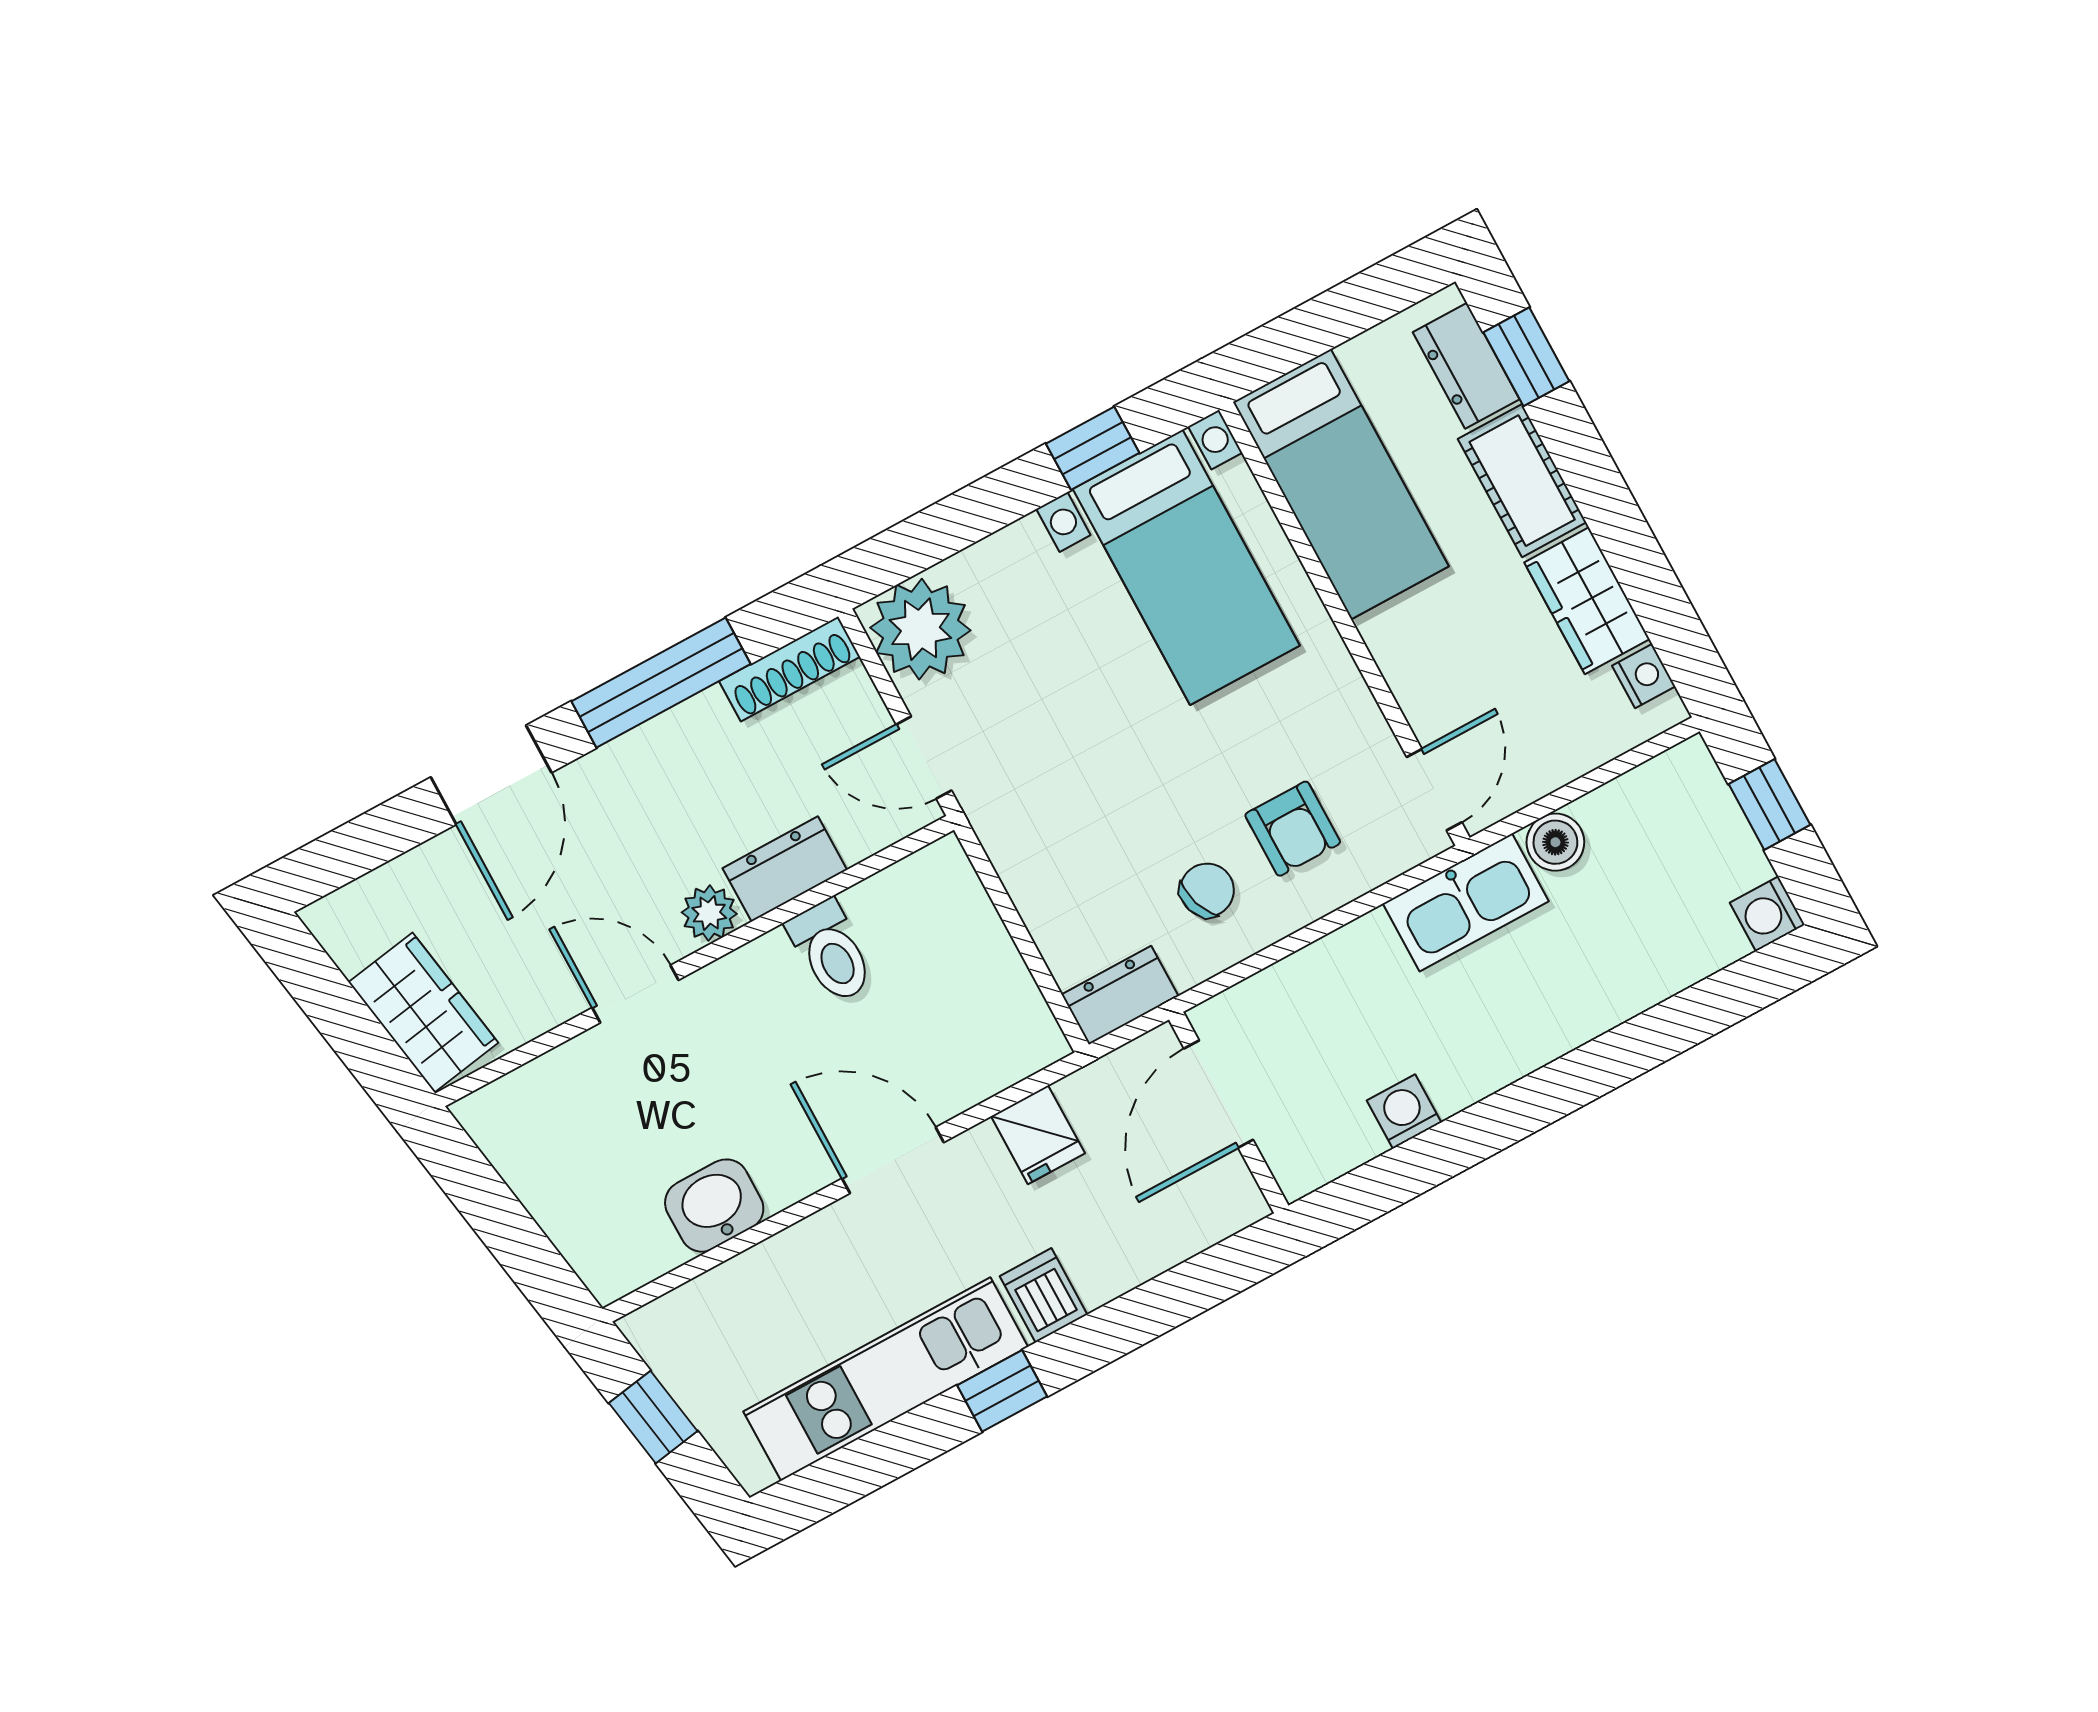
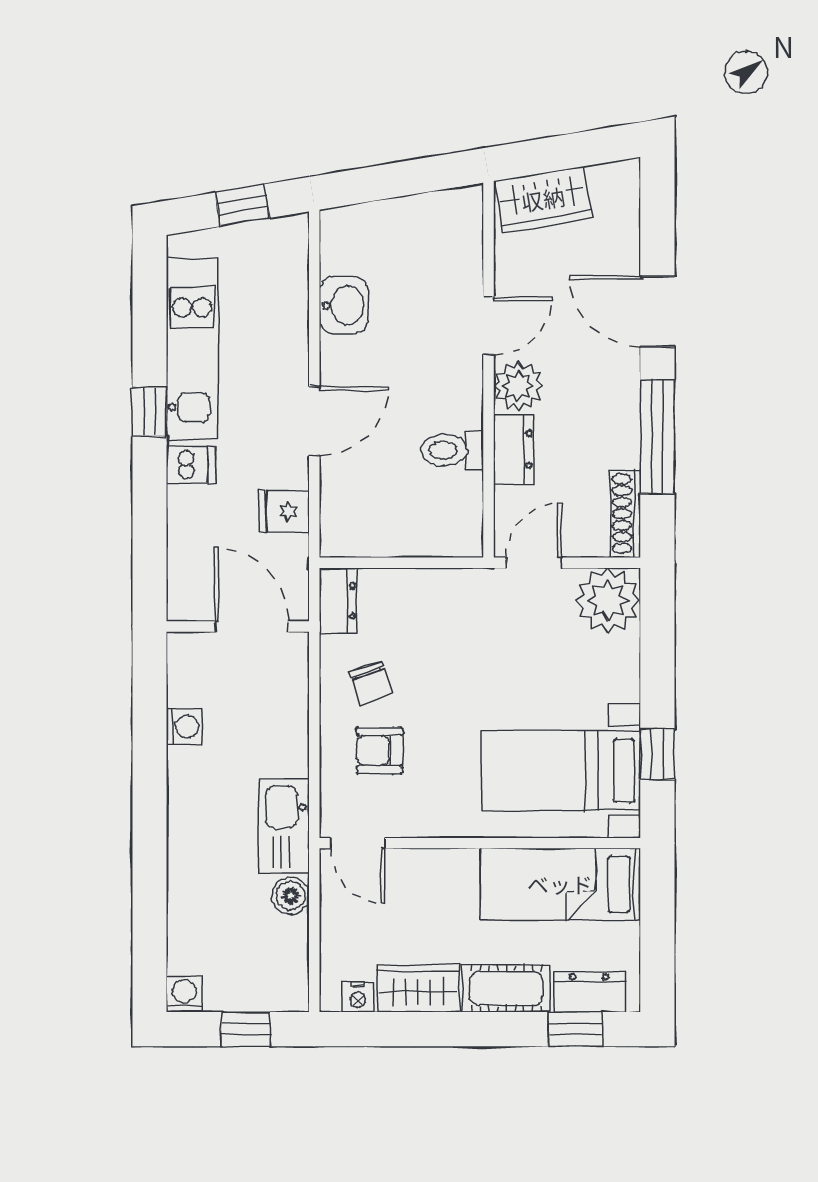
plant: (709, 913) -> (518, 386), width x1.38, depth x1.38

